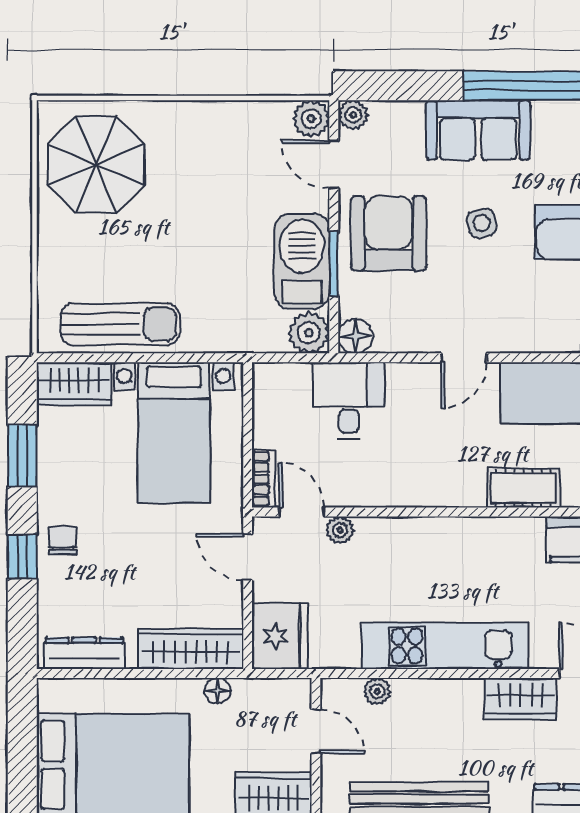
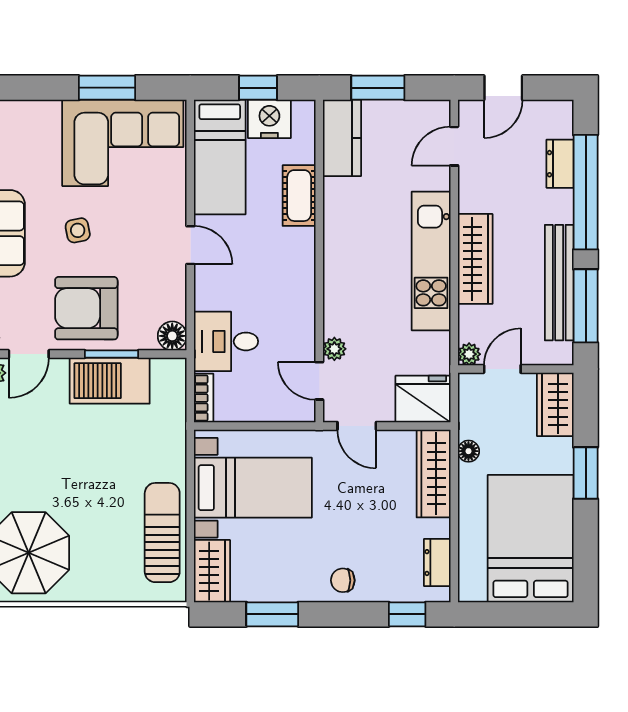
plant: (309, 333) -> (169, 375), removed
bookcase: (264, 479) -> (204, 398), moved, turned 90
door: (302, 512) -> (319, 381), hinge flipped
window: (22, 557) -> (407, 614), moved
door: (248, 557) -> (357, 426), hinge flipped
dresser: (84, 653) -> (437, 563), width x0.70
plant: (377, 691) -> (469, 354), moved
wardrobe: (520, 699) -> (475, 259), moved, width x1.50

